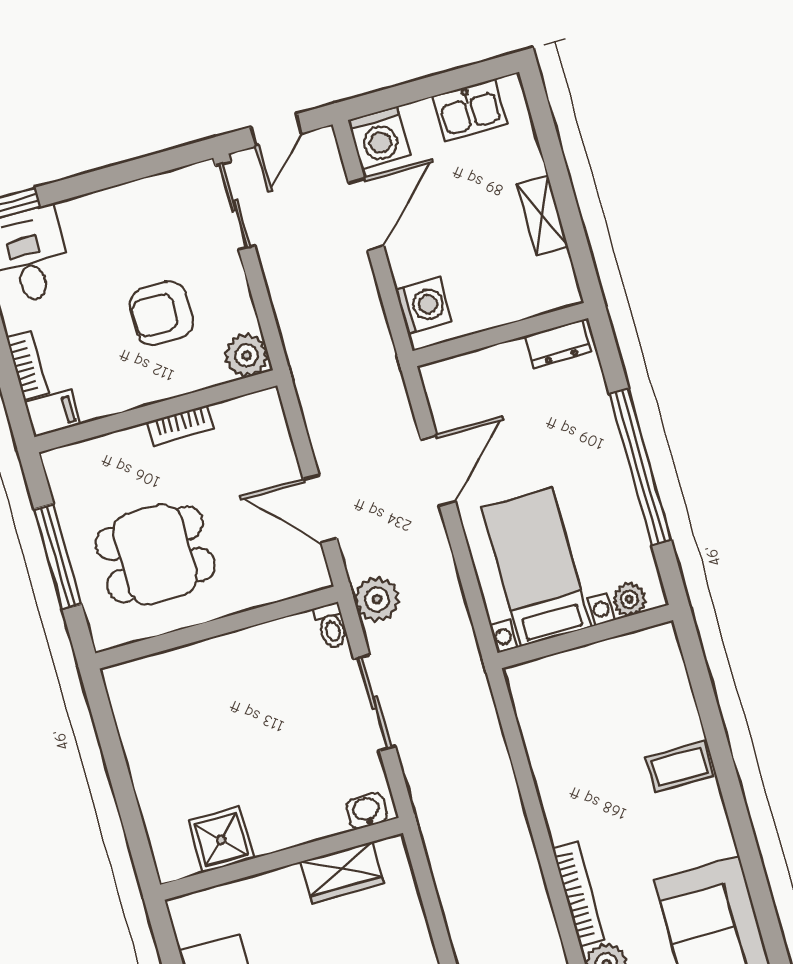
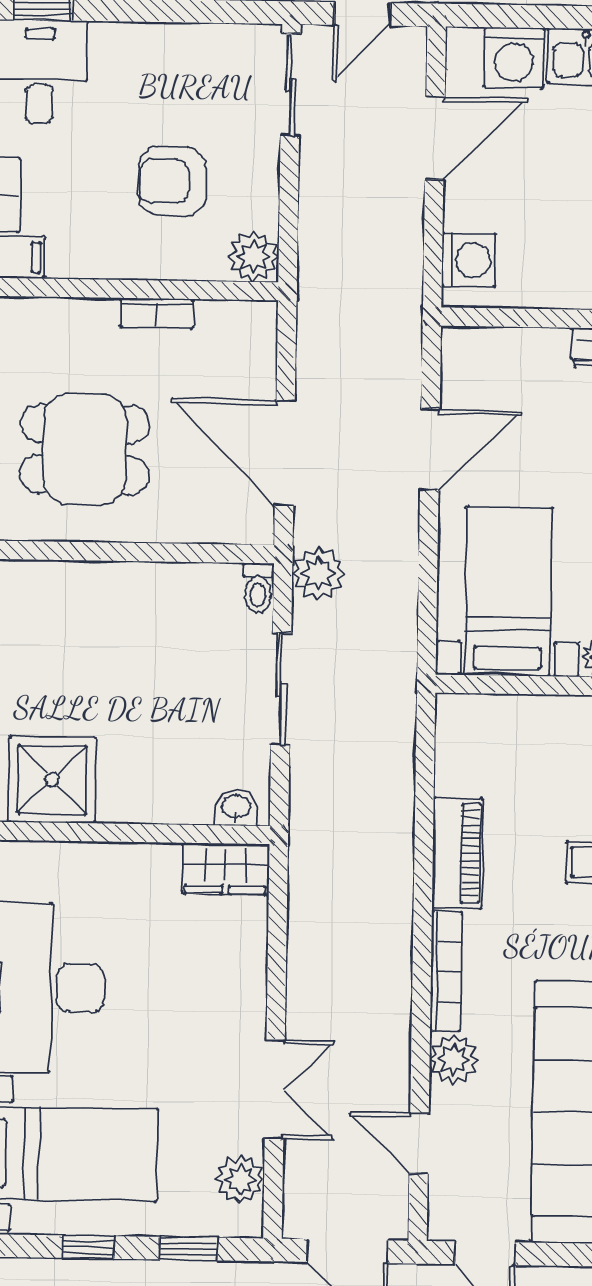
washing machine: (379, 138) -> (514, 58), moved
door: (320, 508) -> (285, 453), width x1.36
piano: (559, 794) -> (457, 853), added
shower: (221, 840) -> (52, 780), width x1.36, depth x1.36
wardrobe: (342, 872) -> (226, 869), moved

